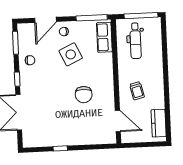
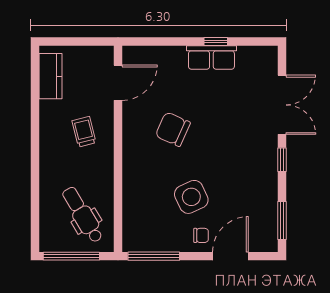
row of seats: (104, 37) -> (211, 57), moved, turned 90
dental chair: (135, 41) -> (83, 215), turned -31
chair: (30, 60) -> (259, 190), removed
chair: (84, 95) -> (173, 129), turned -66
door: (118, 121) -> (118, 83), swing flipped

